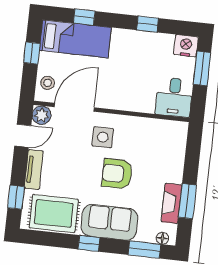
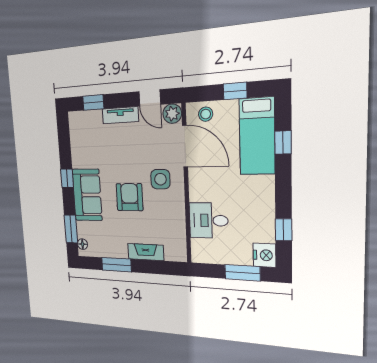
window: (147, 24) -> (284, 230), moved
desk: (174, 97) -> (209, 220), moved
fireplace: (172, 203) -> (146, 252), moved
rug: (54, 213) -> (86, 142), removed

